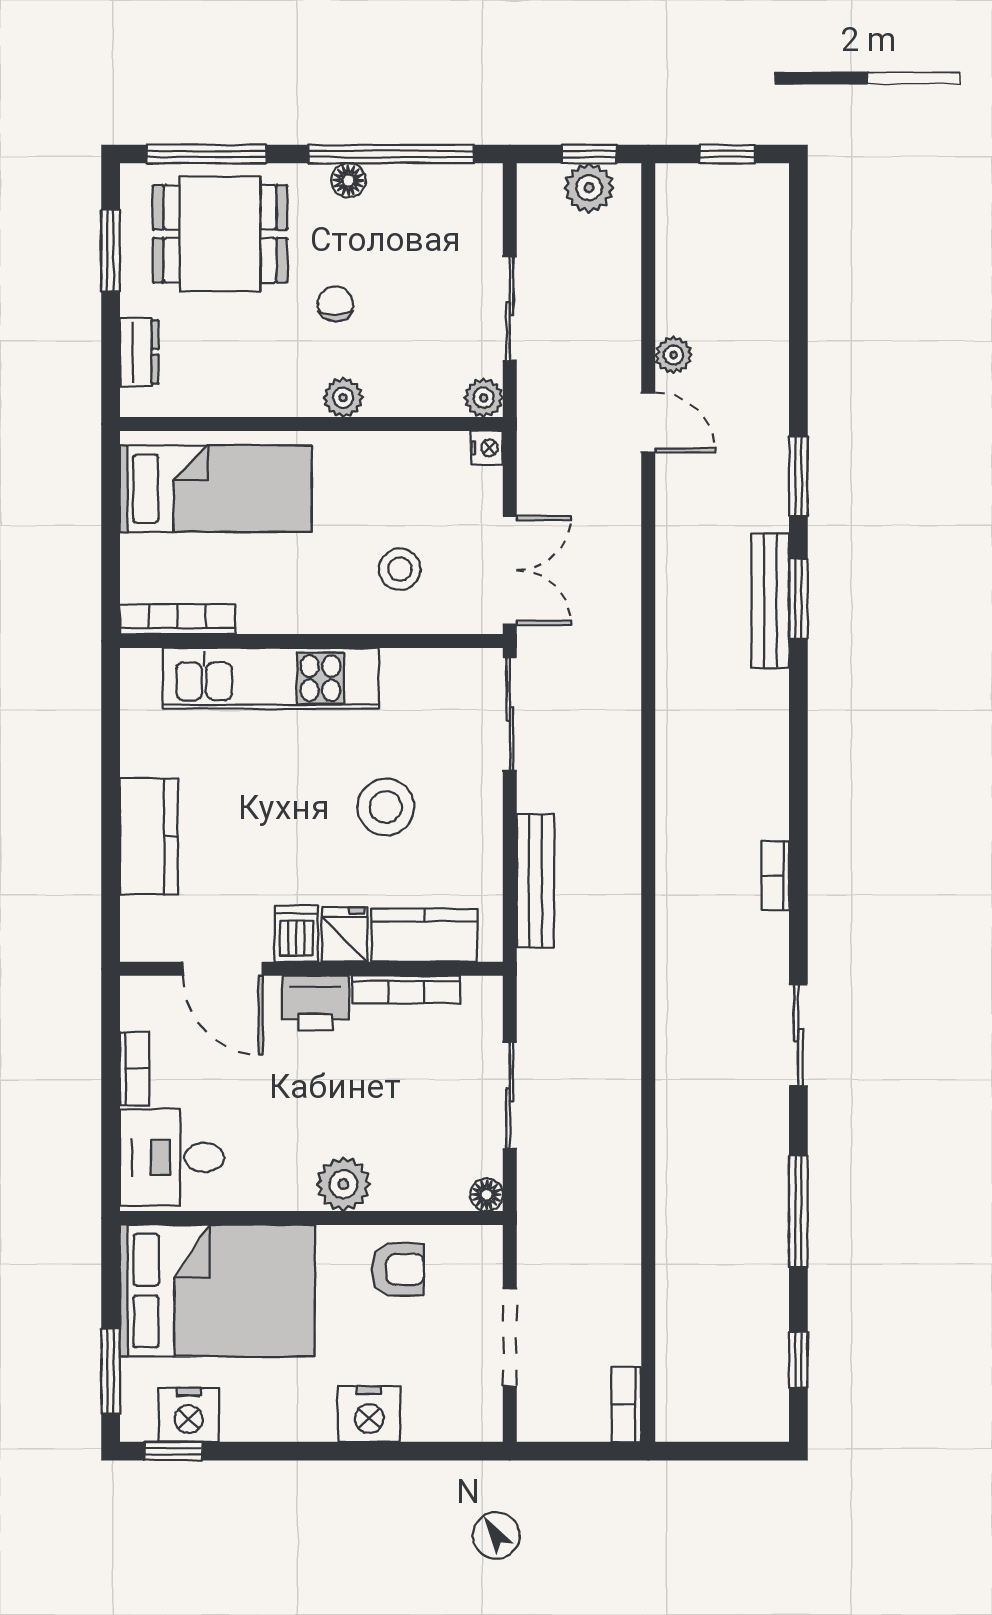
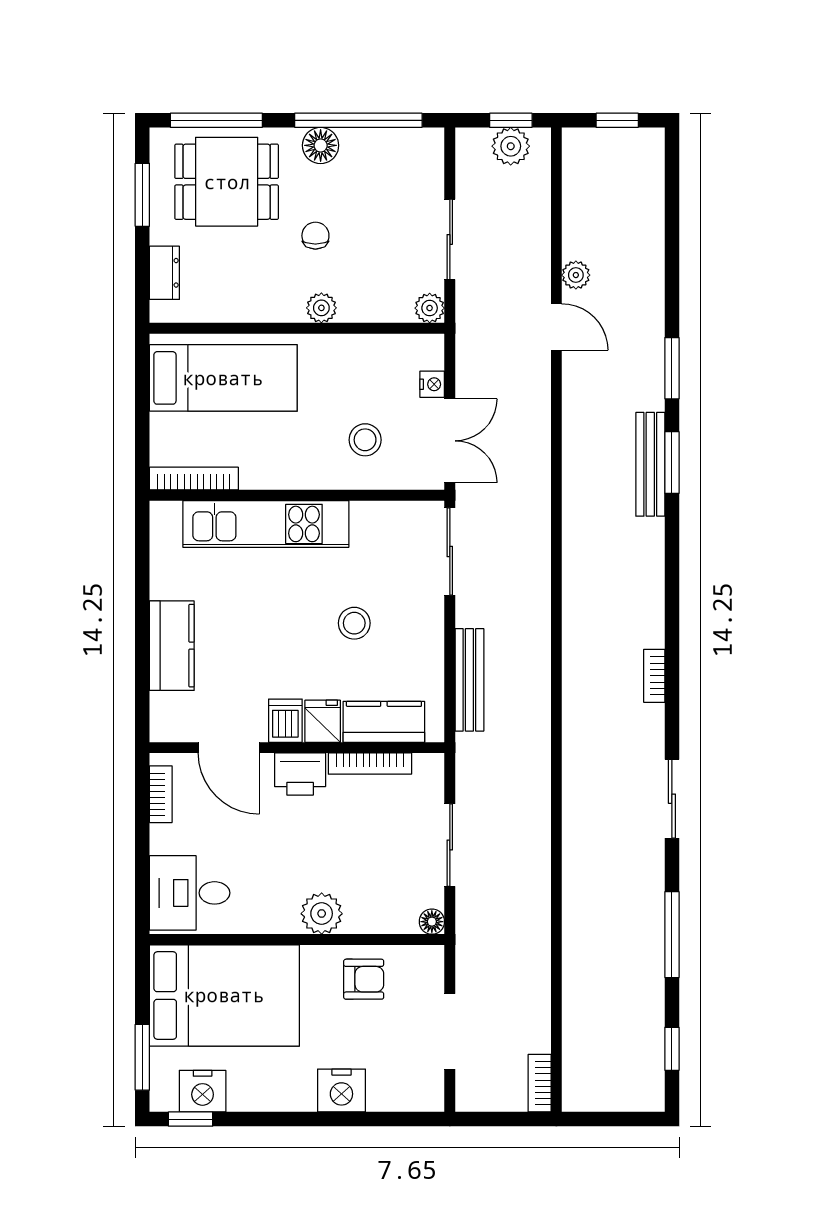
floor lamp: (348, 180) -> (321, 145), width x1.37, depth x1.37
nightstand: (487, 448) -> (432, 384), moved
stool: (386, 807) -> (354, 623), width x0.73, depth x0.73
bookcase: (134, 1069) -> (161, 794), moved

